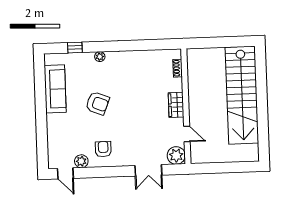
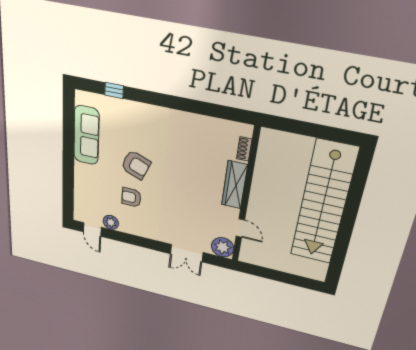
plant: (100, 57) -> (145, 110), removed
wardrobe: (176, 105) -> (235, 185), width x1.50
armchair: (103, 149) -> (131, 197), moved, turned -90

